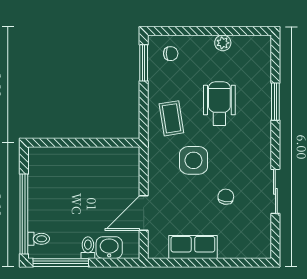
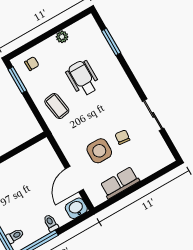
window: (275, 102) -> (111, 42), moved
side table: (193, 160) -> (99, 151), moved
washbasin: (109, 248) -> (76, 208), moved

